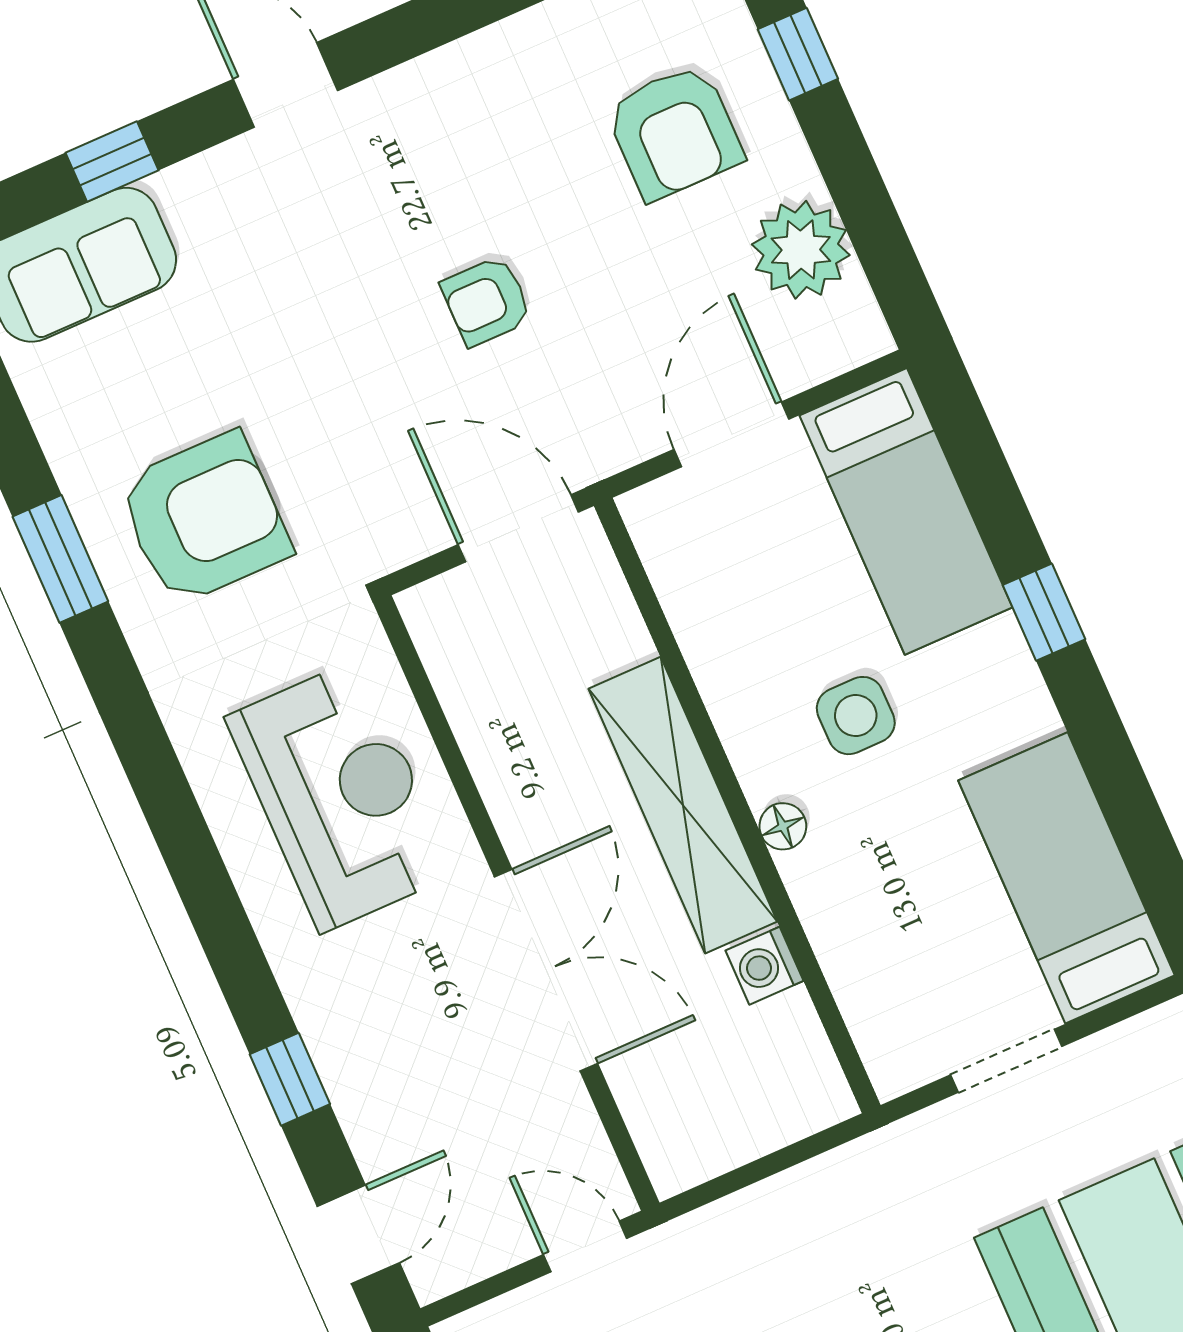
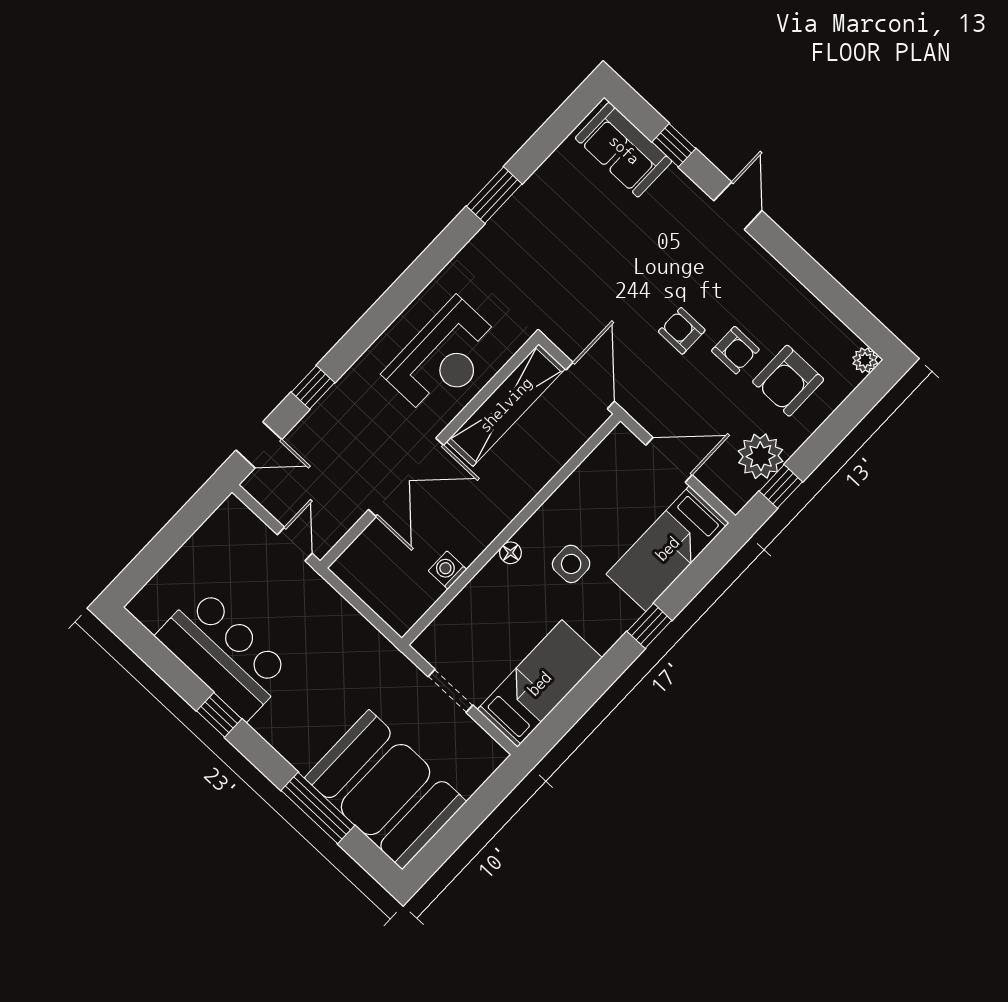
window: (798, 54) -> (781, 486), moved
armchair: (204, 518) -> (735, 350), moved, width x0.53, depth x0.53
shelving: (683, 805) -> (506, 405), moved

